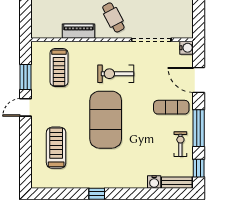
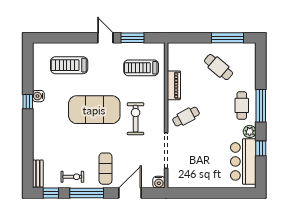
treadmill: (56, 148) -> (69, 65), turned 180
water cooler: (154, 182) -> (38, 96), moved

